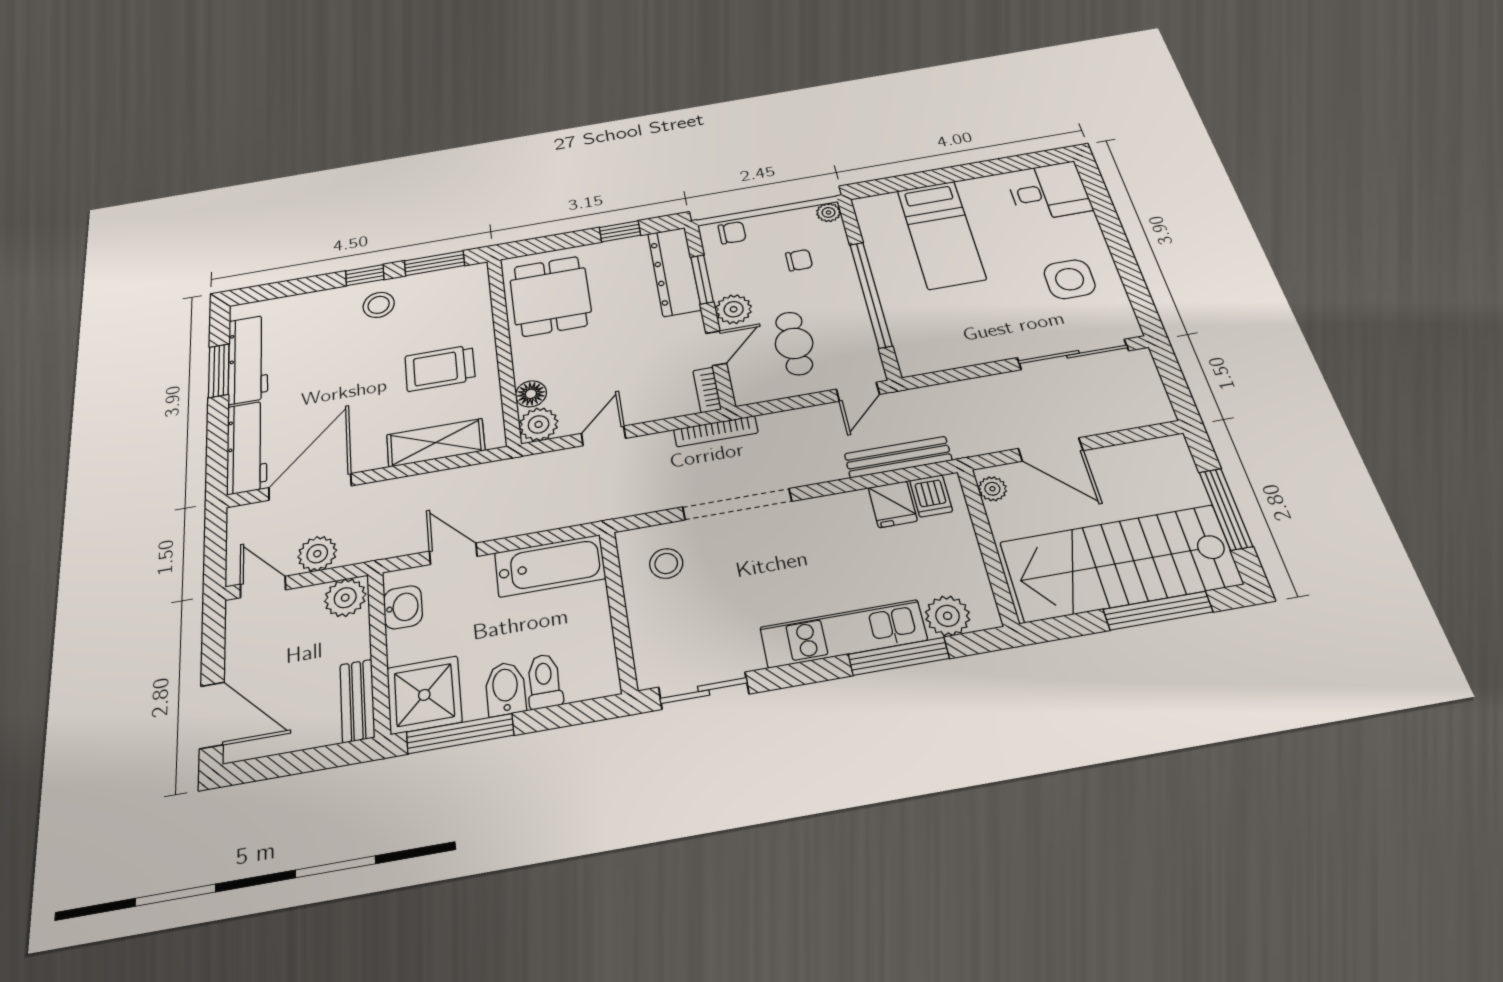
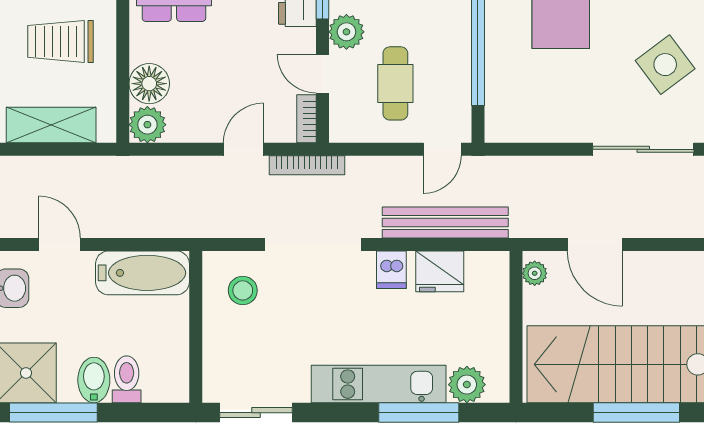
side table: (1070, 279) -> (665, 65), turned -37
door: (716, 348) -> (323, 74), swing flipped
floor lamp: (531, 394) -> (149, 84), width x1.38, depth x1.38
door: (603, 436) -> (243, 149), moved
bench: (898, 457) -> (445, 222), width x1.37, depth x1.21
dishwasher: (931, 496) -> (391, 270), moved
fridge: (893, 504) -> (440, 271), width x1.38

